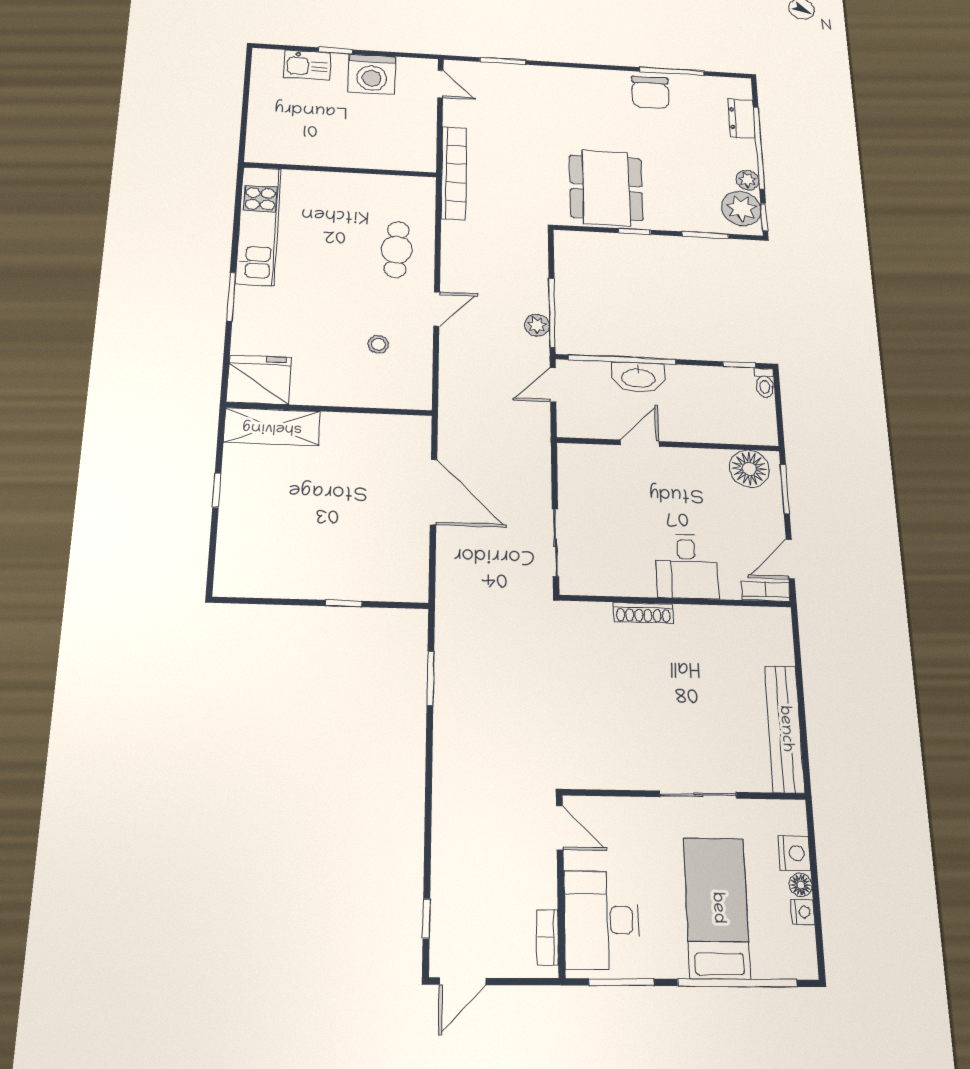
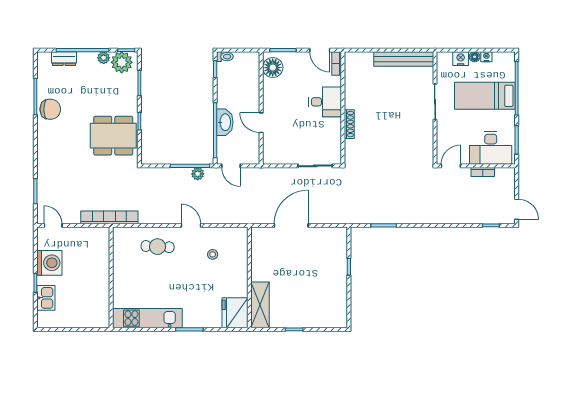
door: (440, 84) -> (53, 225), hinge flipped
bookcase: (548, 937) -> (483, 172), moved

